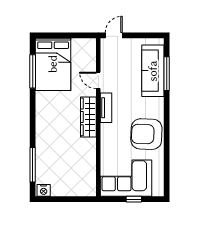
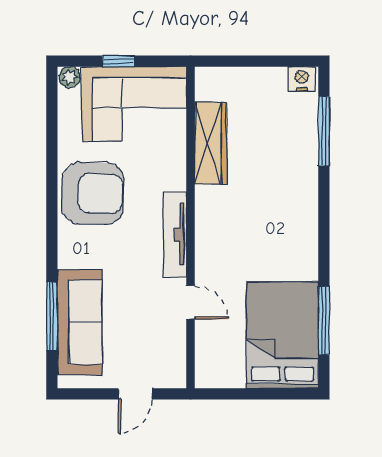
door: (114, 35) -> (135, 394), moved
tv unit: (106, 108) -> (175, 234), width x1.41
wardrobe: (88, 117) -> (211, 143), moved
plant: (158, 191) -> (70, 77), added

